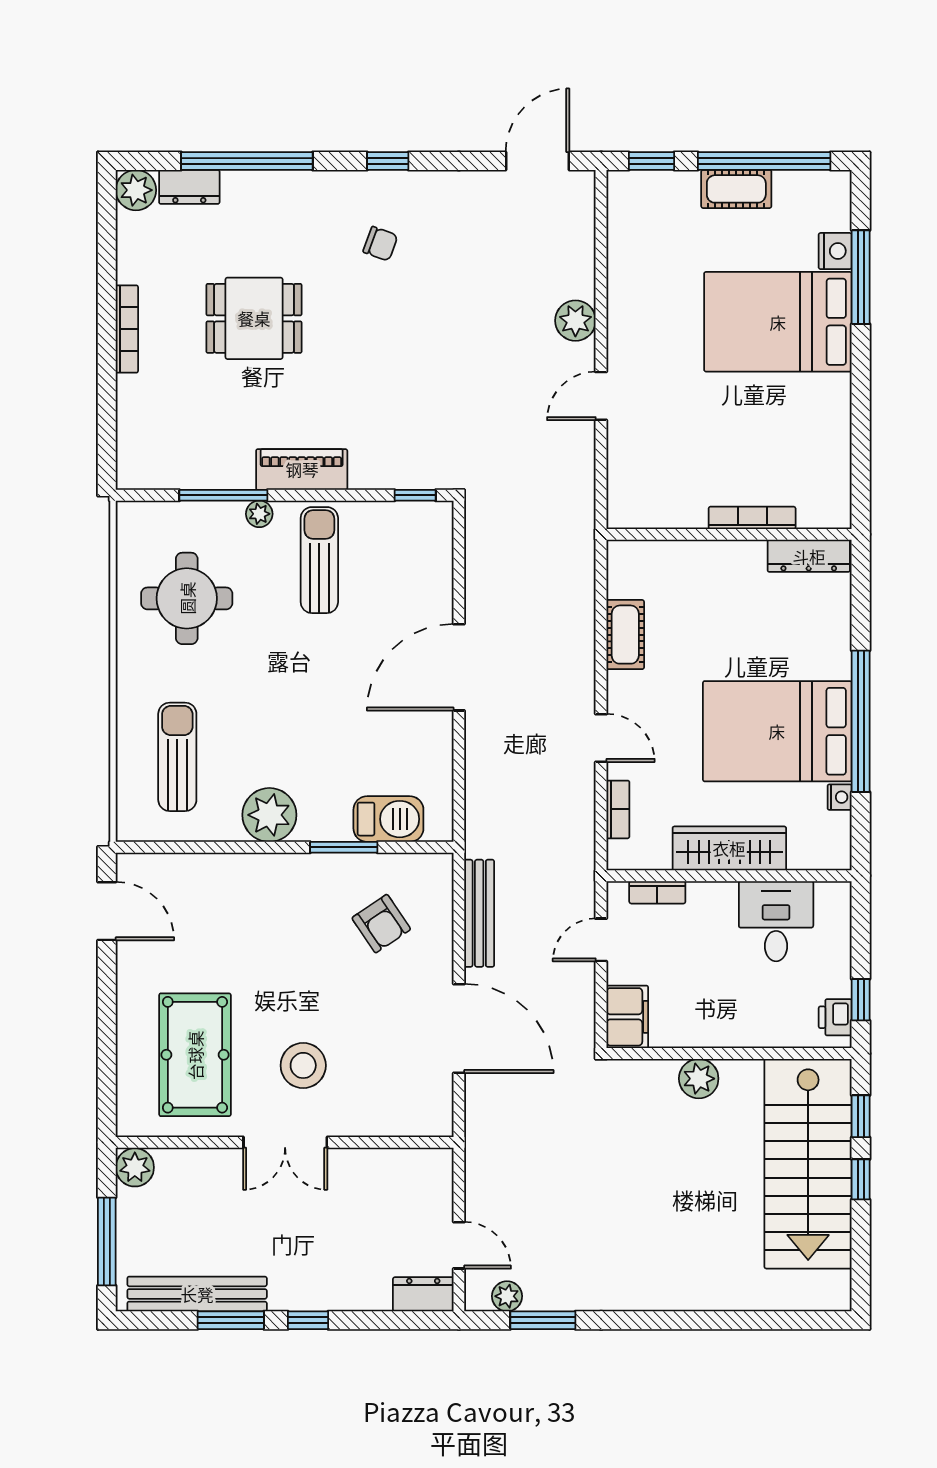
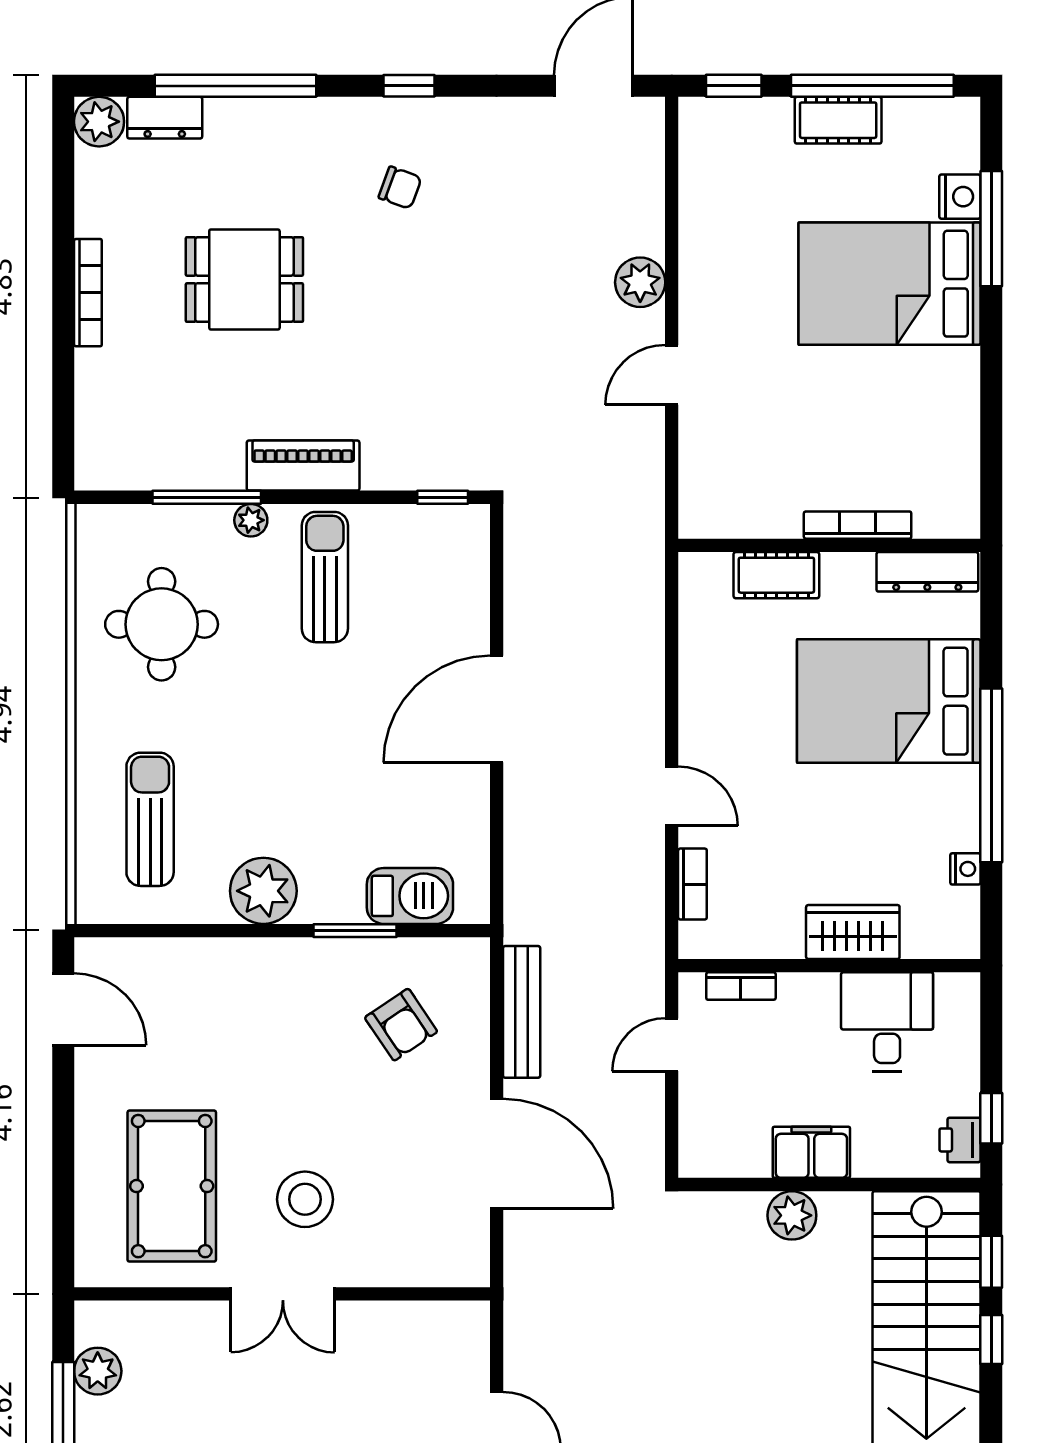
cot: (625, 635) -> (776, 575), moved, turned 90
bed: (777, 731) -> (889, 701), moved
wardrobe: (729, 848) -> (853, 932), width x0.67
filing cabinet: (627, 1017) -> (811, 1152), moved, turned -90
plant: (135, 1167) -> (98, 1371), moved

